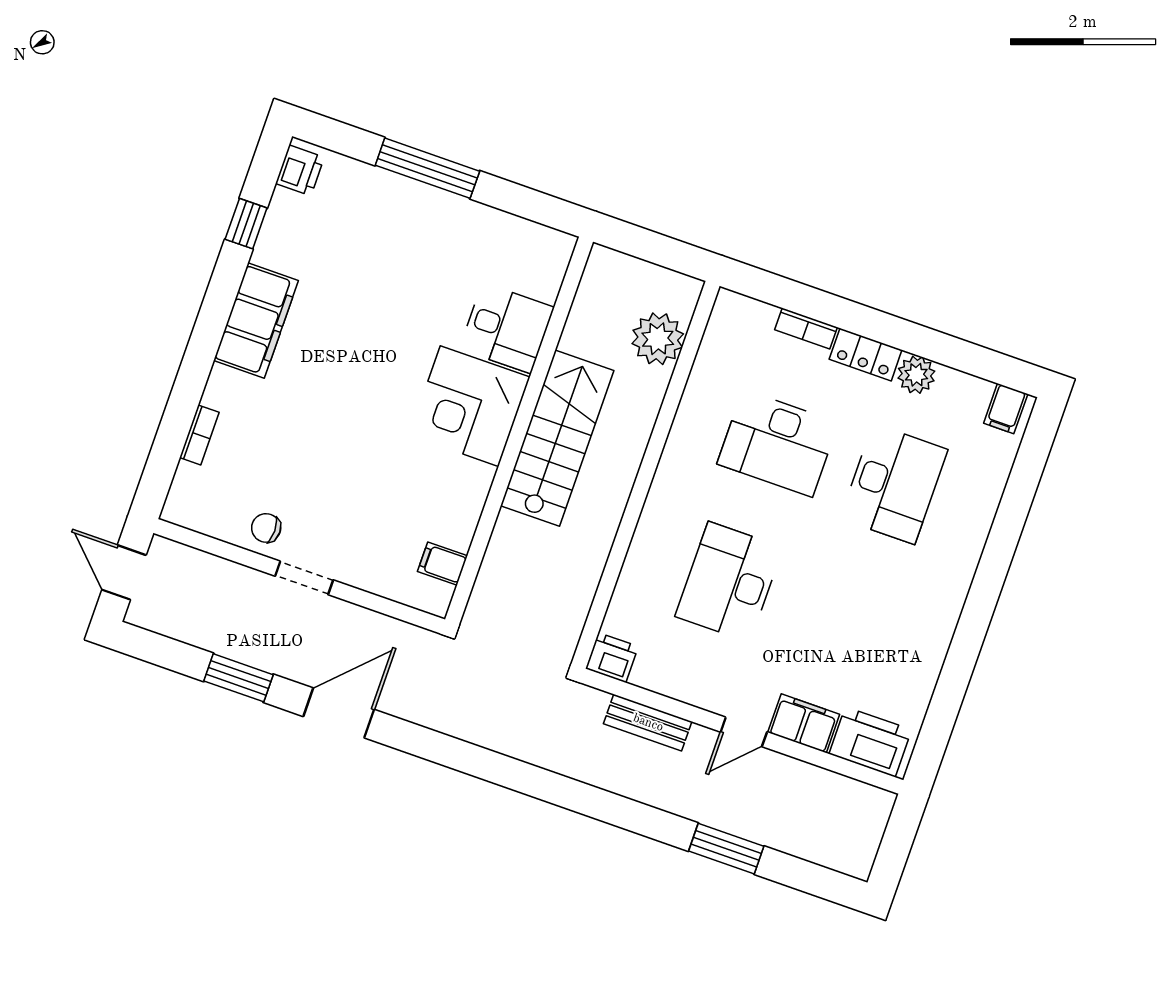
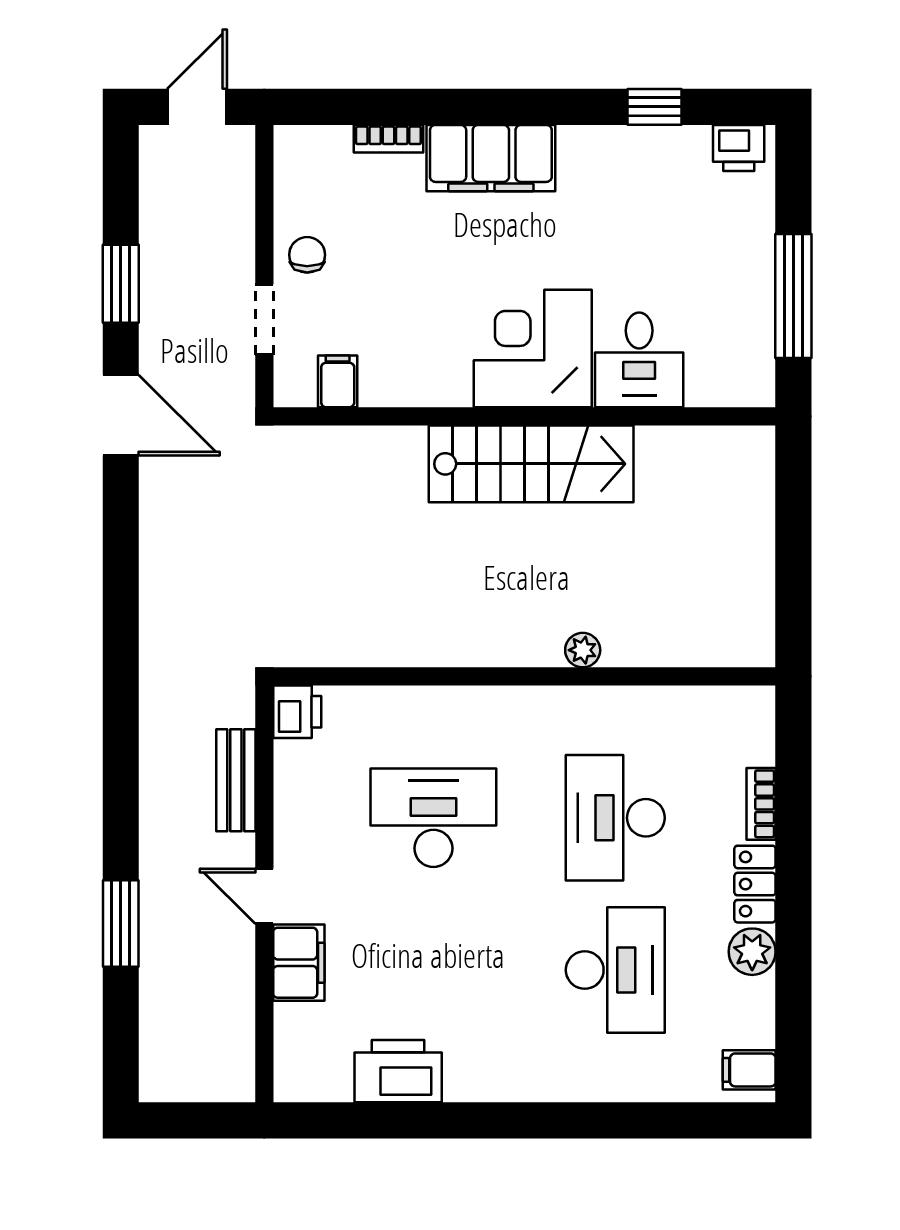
filing cabinet: (256, 321) -> (491, 158), moved
desk: (507, 328) -> (639, 360), moved
plant: (658, 339) -> (583, 650), moved, width x0.53, depth x0.53
corner desk: (470, 406) -> (533, 348), moved
wall: (519, 431) -> (524, 416), moved
stairs: (557, 438) -> (531, 464), moved
desk: (894, 484) -> (615, 970), turned -90
filing cabinet: (443, 564) -> (338, 381), moved
printer: (870, 742) -> (398, 1071), moved, turned -90

